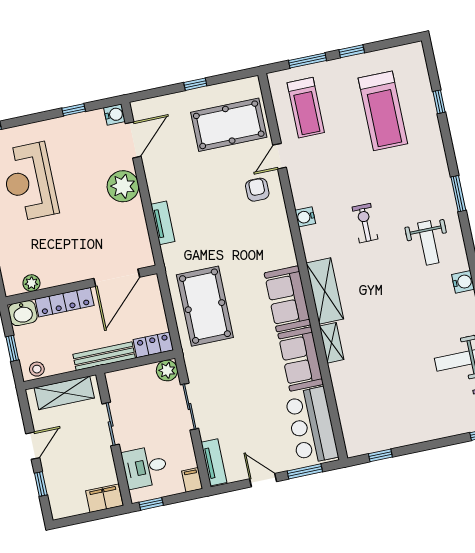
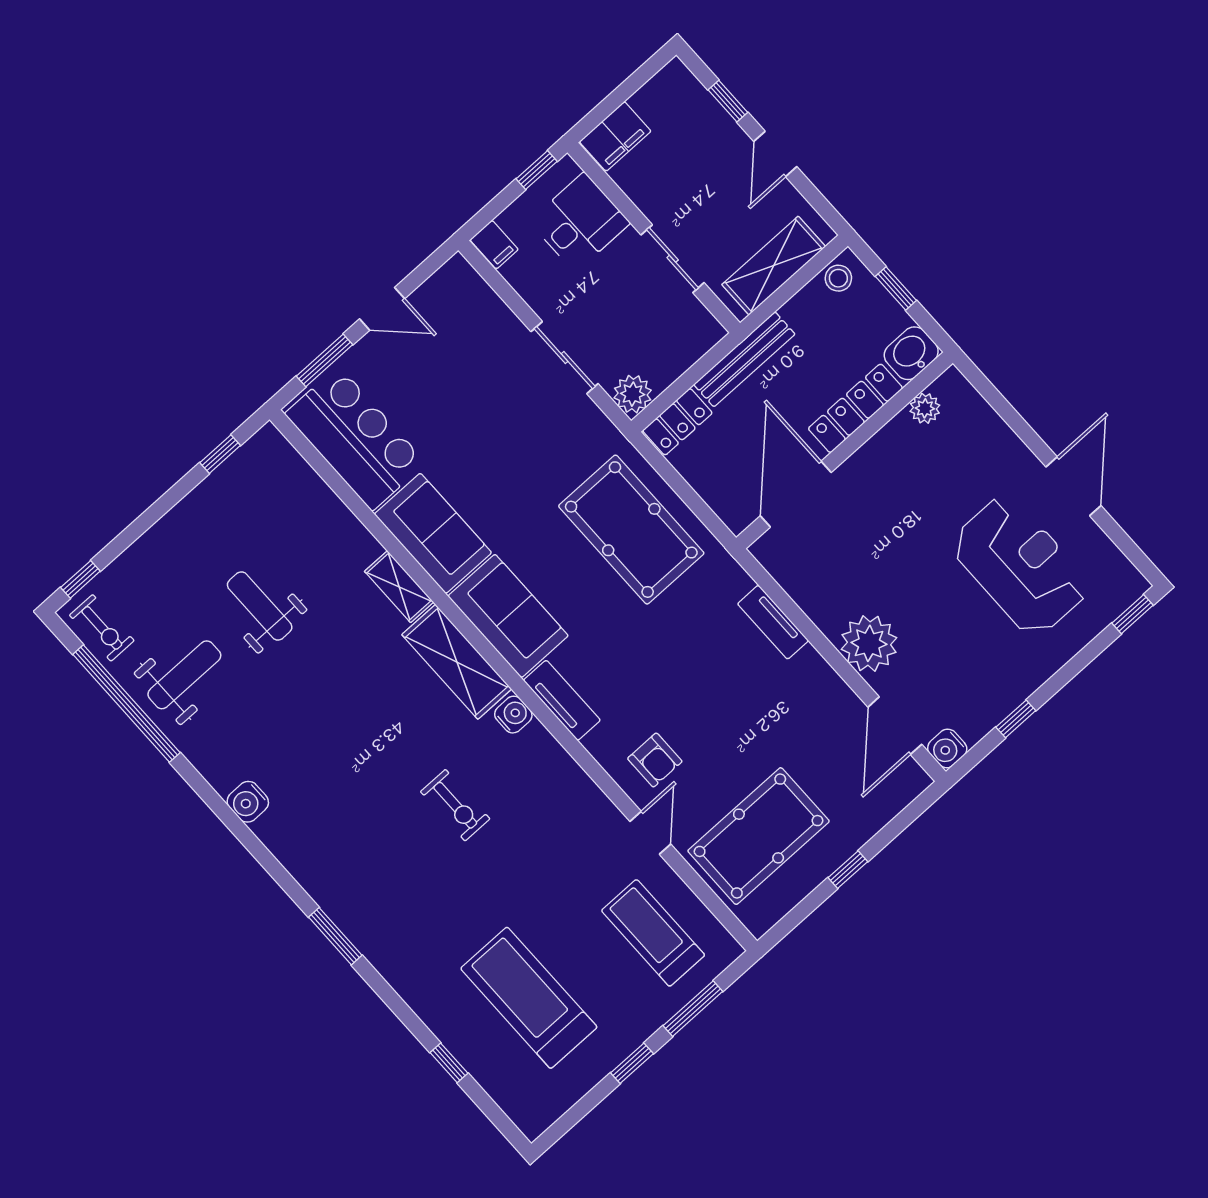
water cooler: (305, 217) -> (513, 715), moved
weight bench: (428, 243) -> (260, 606), moved
tv unit: (214, 462) -> (562, 700), moved, turned 180

